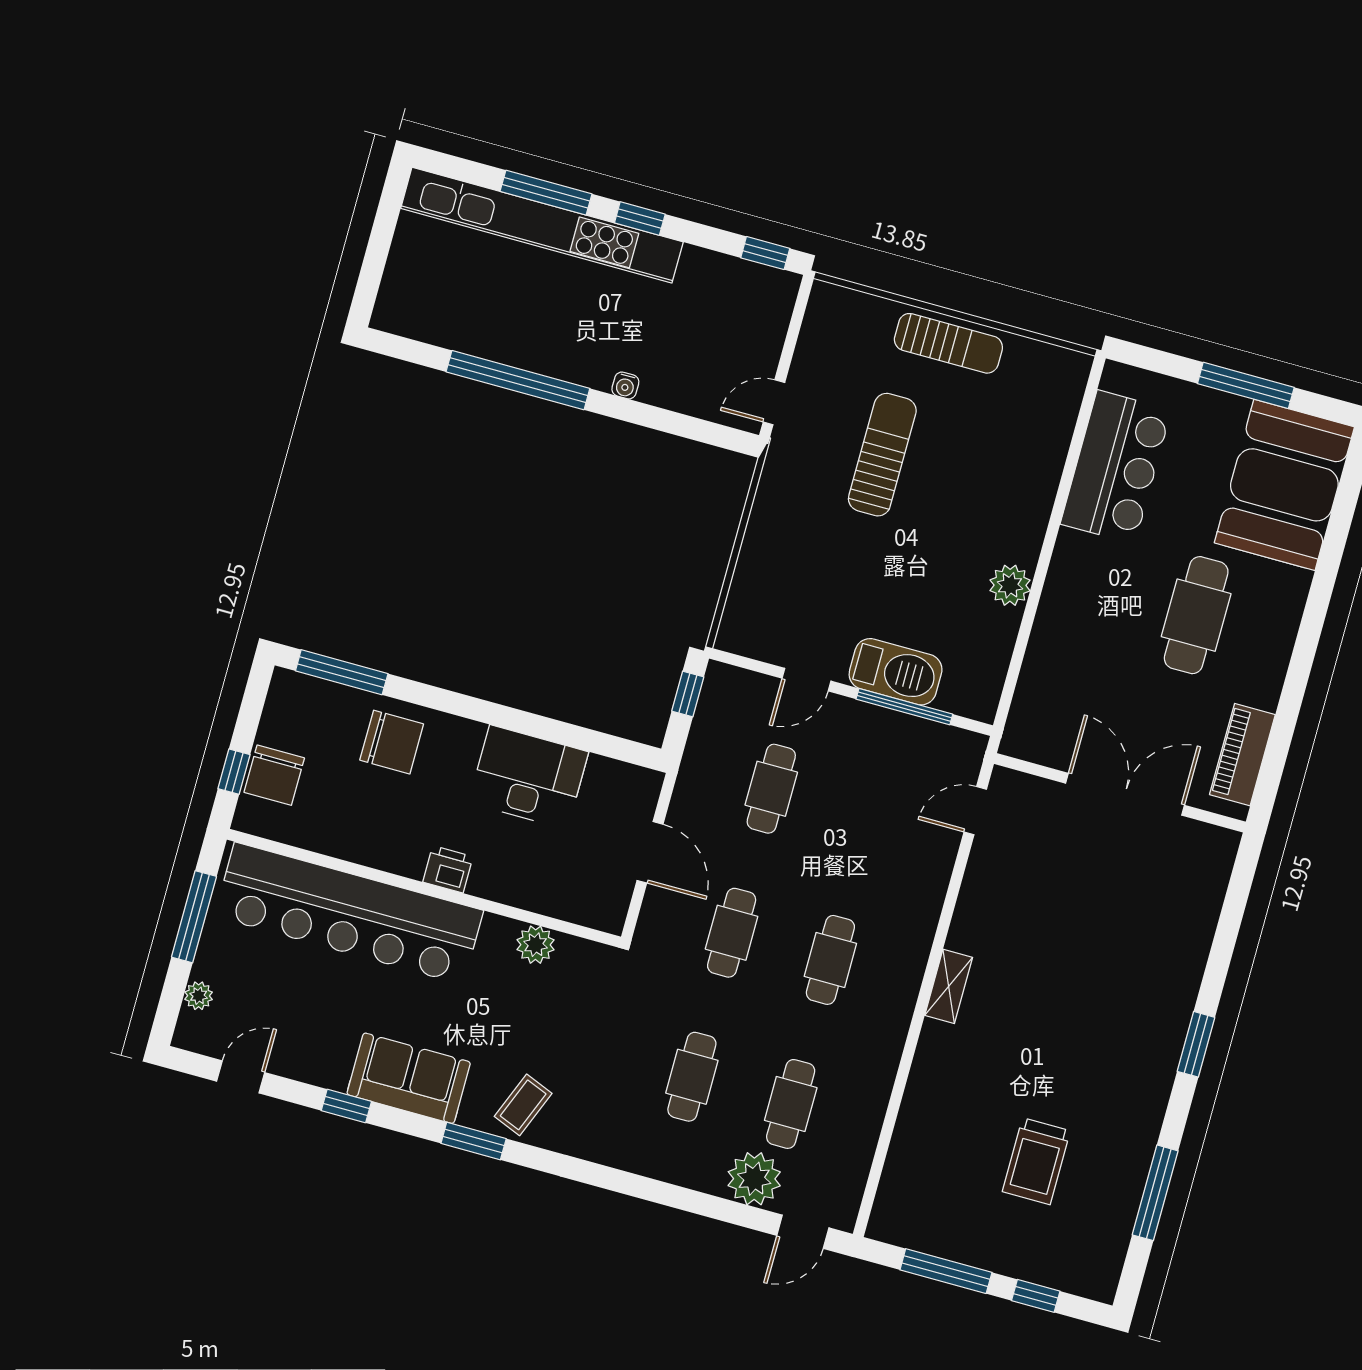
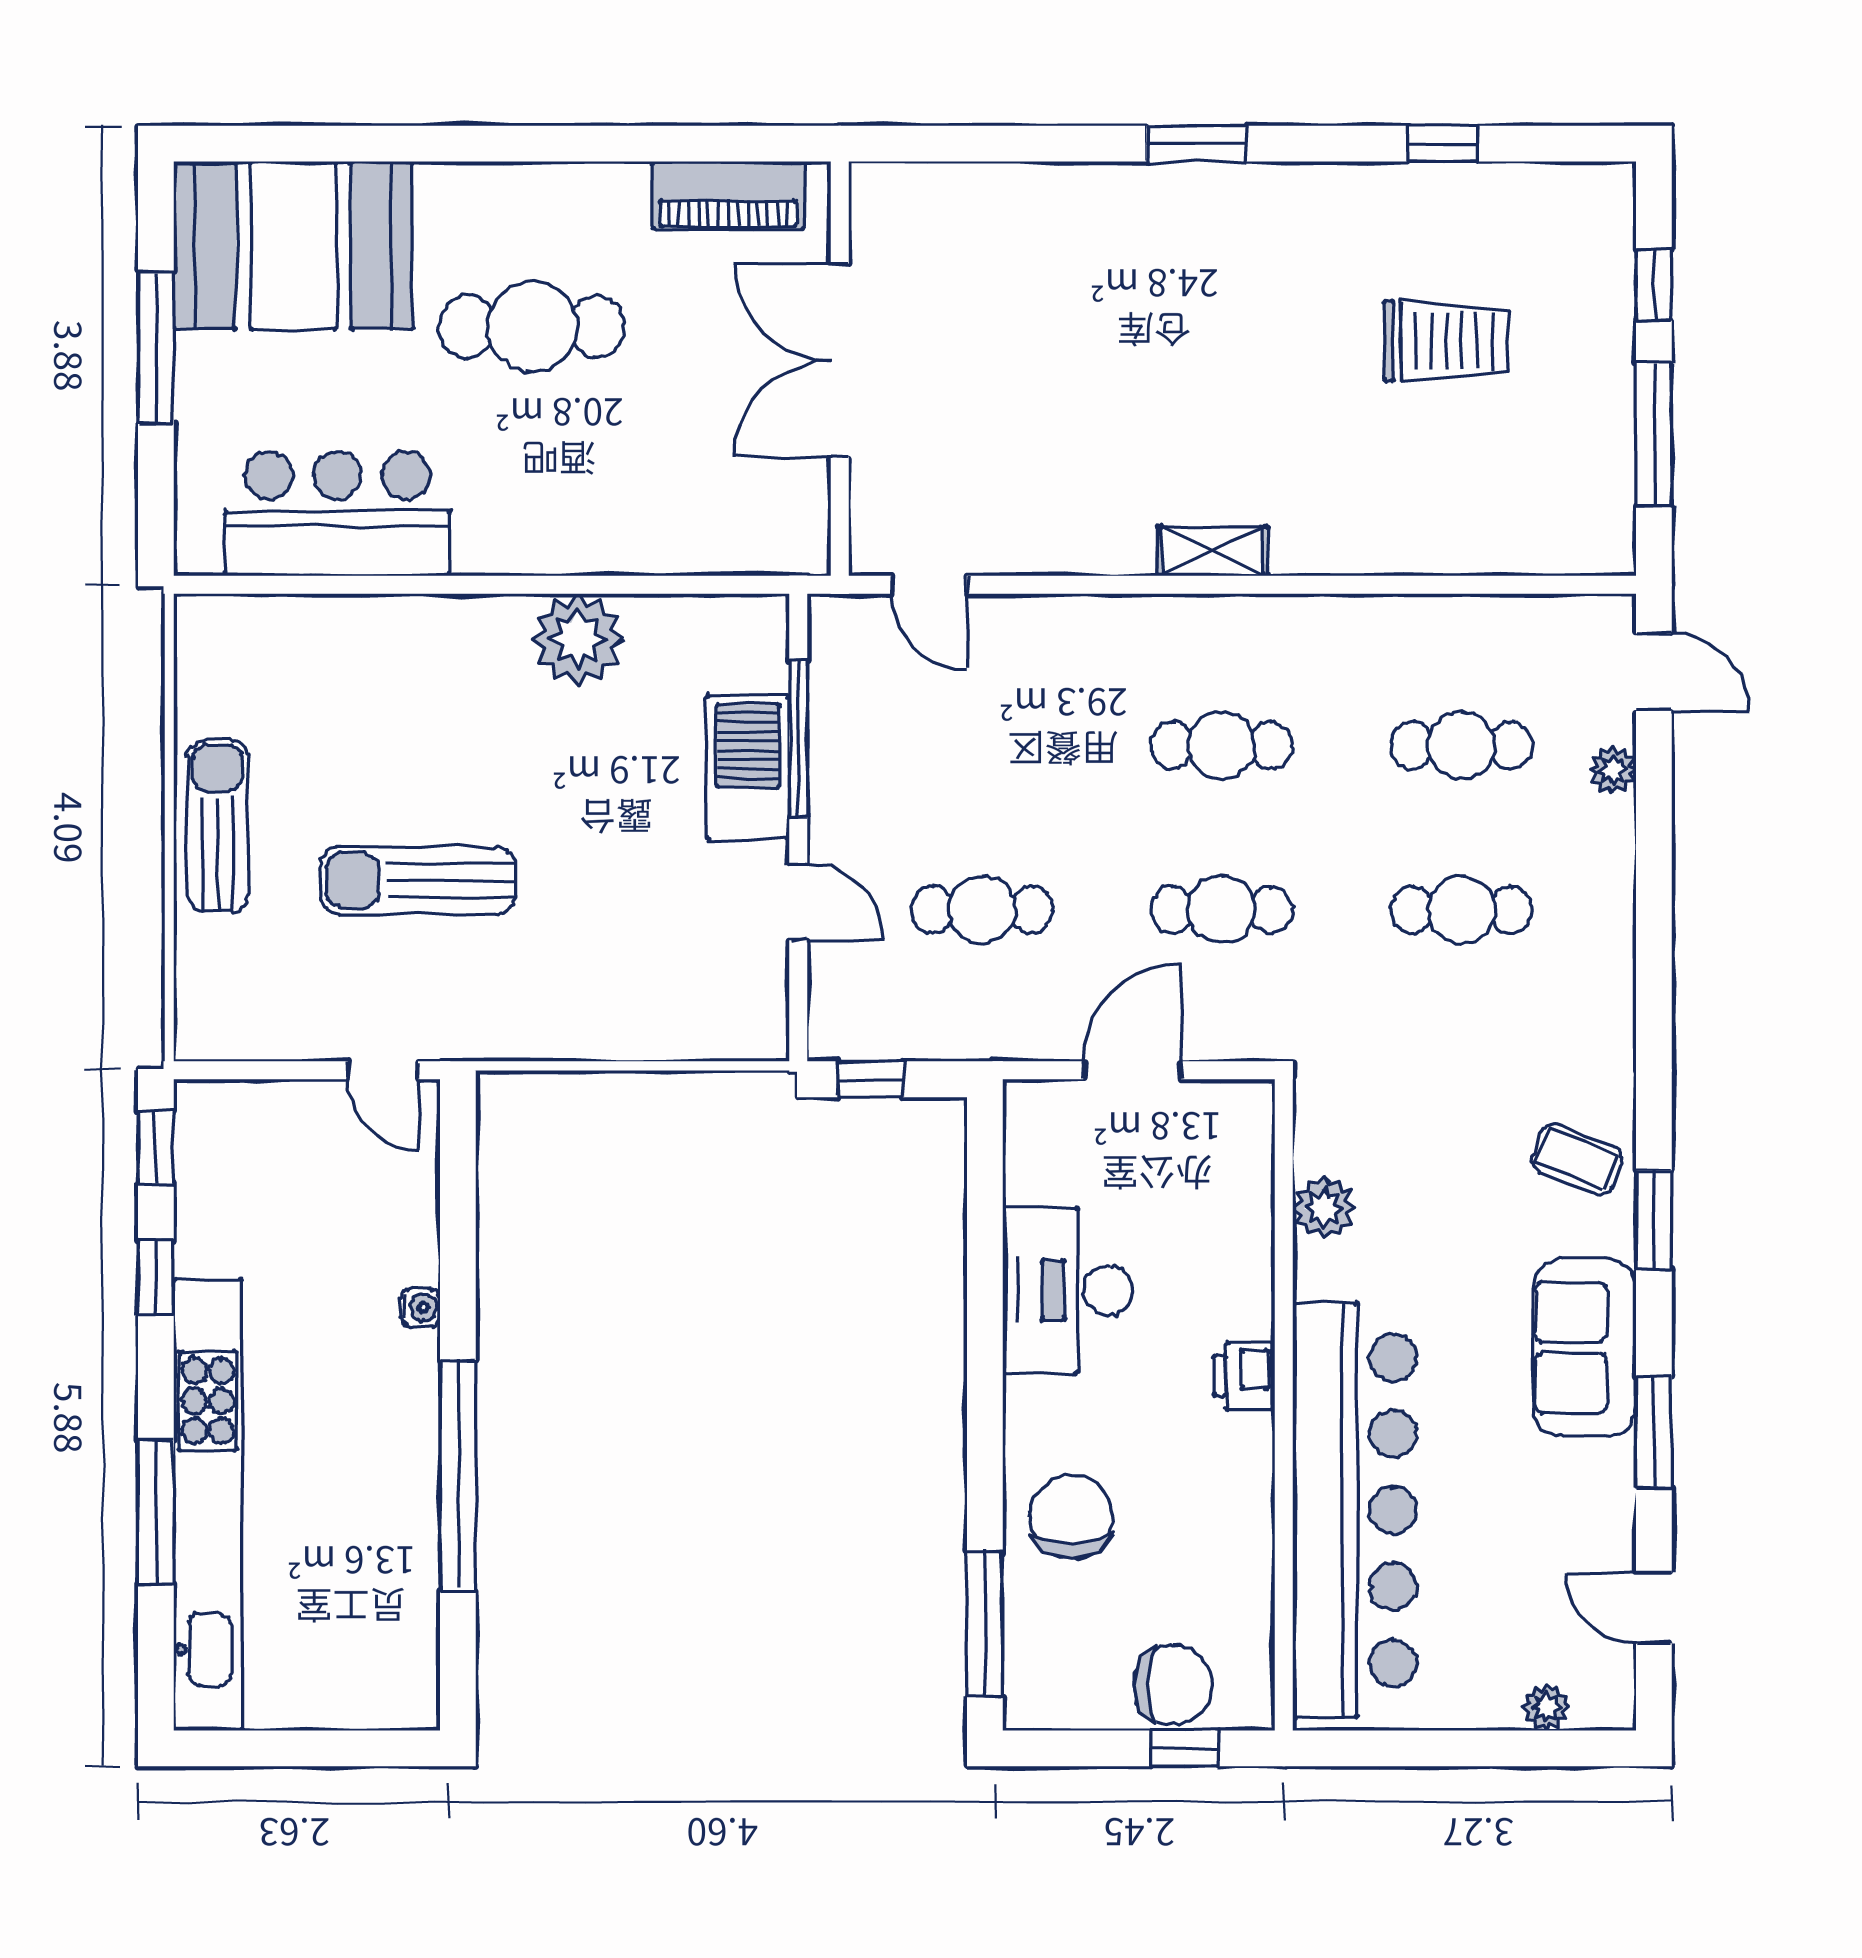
window: (640, 219) -> (156, 1278), moved
plant: (1010, 585) -> (578, 639), width x1.36, depth x1.36
window: (194, 917) -> (1426, 1748), removed
window: (346, 1106) -> (1654, 1432), width x1.50
plant: (754, 1179) -> (1613, 770), width x0.53, depth x0.53
window: (1155, 1193) -> (1444, 144), width x0.46

